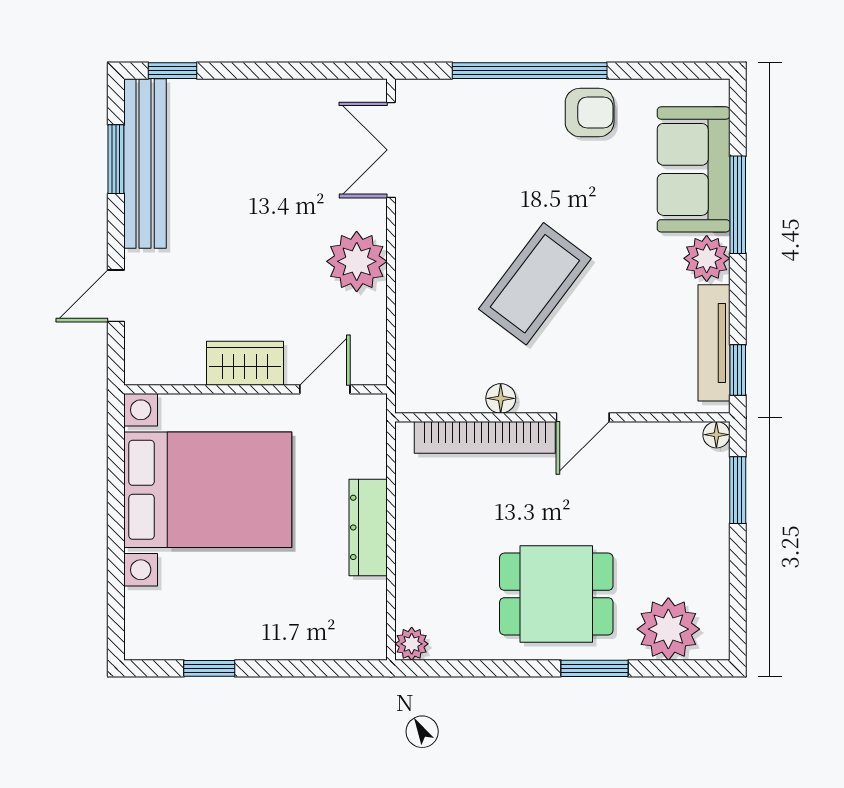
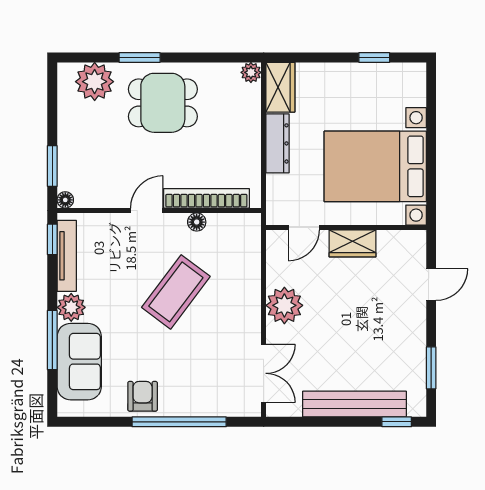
armchair: (590, 112) -> (143, 396), turned 90
bench: (145, 163) -> (355, 404), moved, turned 90
wardrobe: (363, 620) -> (280, 87), added

